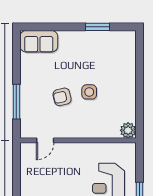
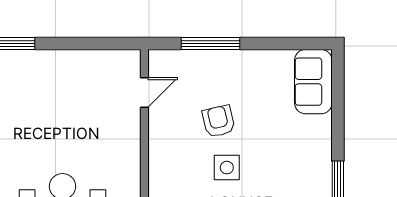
door: (45, 140) -> (144, 93), swing flipped

